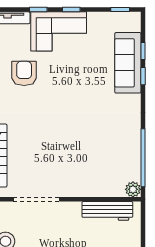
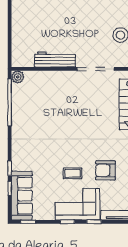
sofa: (128, 63) -> (22, 196), moved
coffee table: (65, 70) -> (73, 173), added
armchair: (24, 73) -> (105, 170), turned 90
workbench: (107, 211) -> (55, 60), moved

